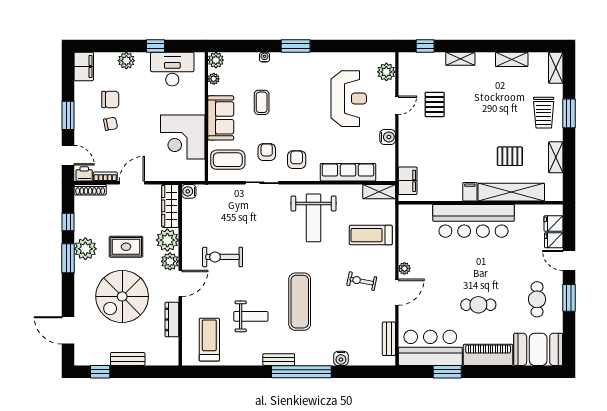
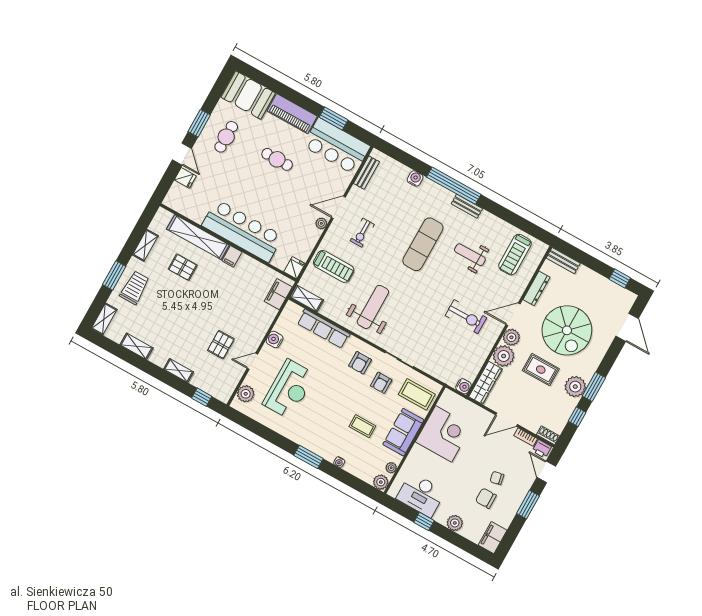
reception desk: (349, 99) -> (289, 389), turned 180
coffee table: (262, 102) -> (362, 426), turned 90
shoe rack: (90, 190) -> (548, 435), width x0.70
fridge: (553, 223) -> (294, 268), moved, turned -90
exercise bike: (362, 281) -> (362, 233), turned 79
spiral stairs: (122, 296) -> (567, 330), turned 90
bench: (128, 359) -> (563, 261), moved

